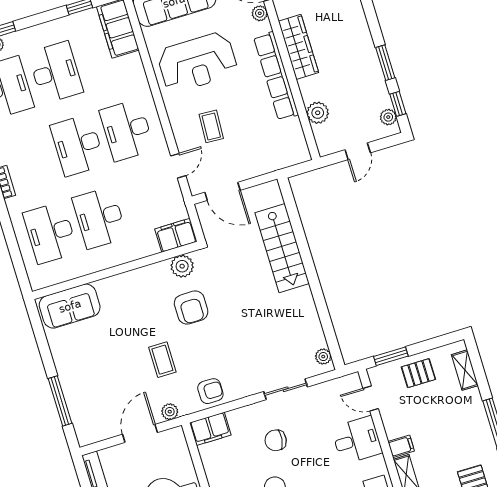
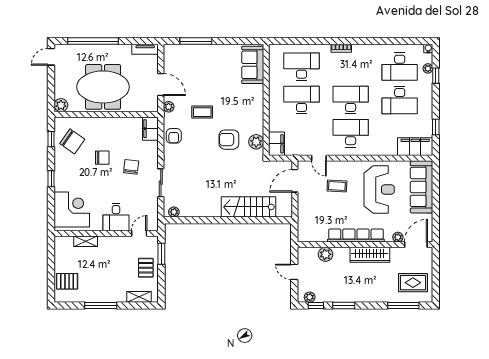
reception desk: (197, 62) -> (379, 189), turned 180
filing cabinet: (401, 446) -> (104, 243), removed

